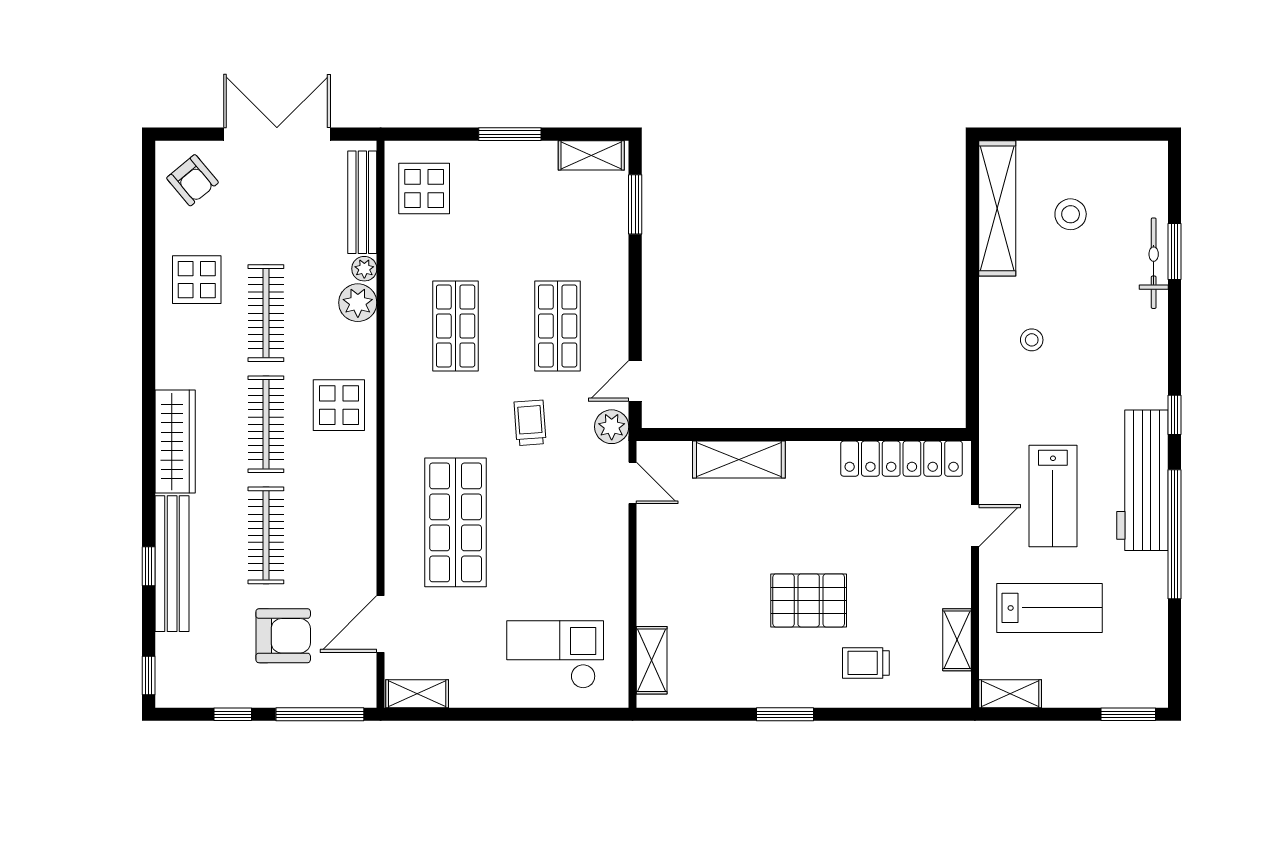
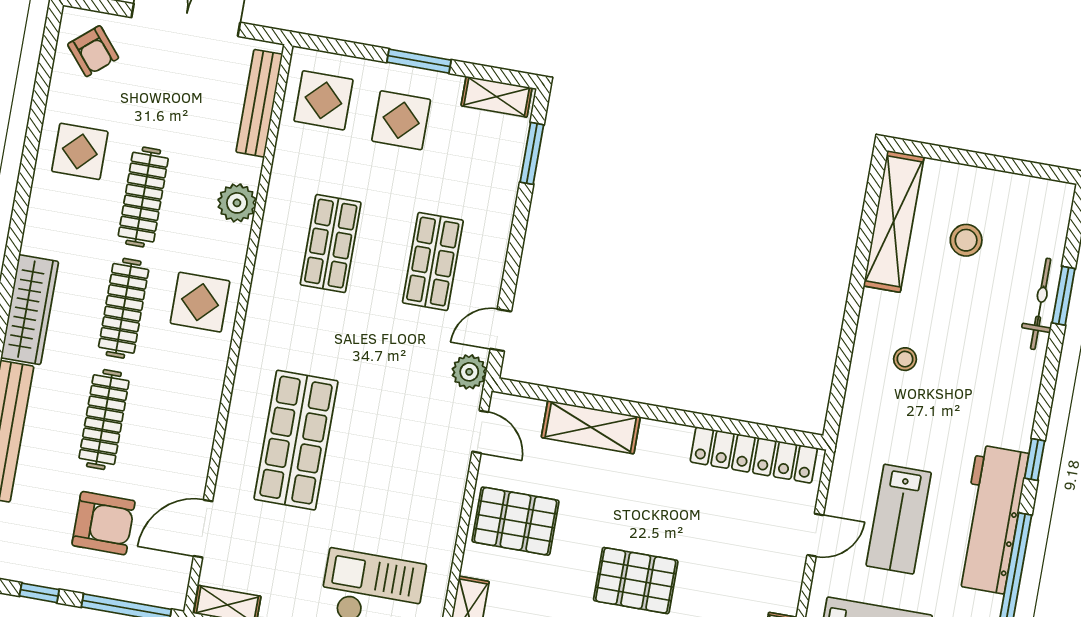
display table: (503, 195) -> (401, 120), added
plant: (364, 269) -> (249, 170), removed
trolley: (530, 423) -> (388, 354), removed
pallet: (682, 563) -> (515, 521), added

